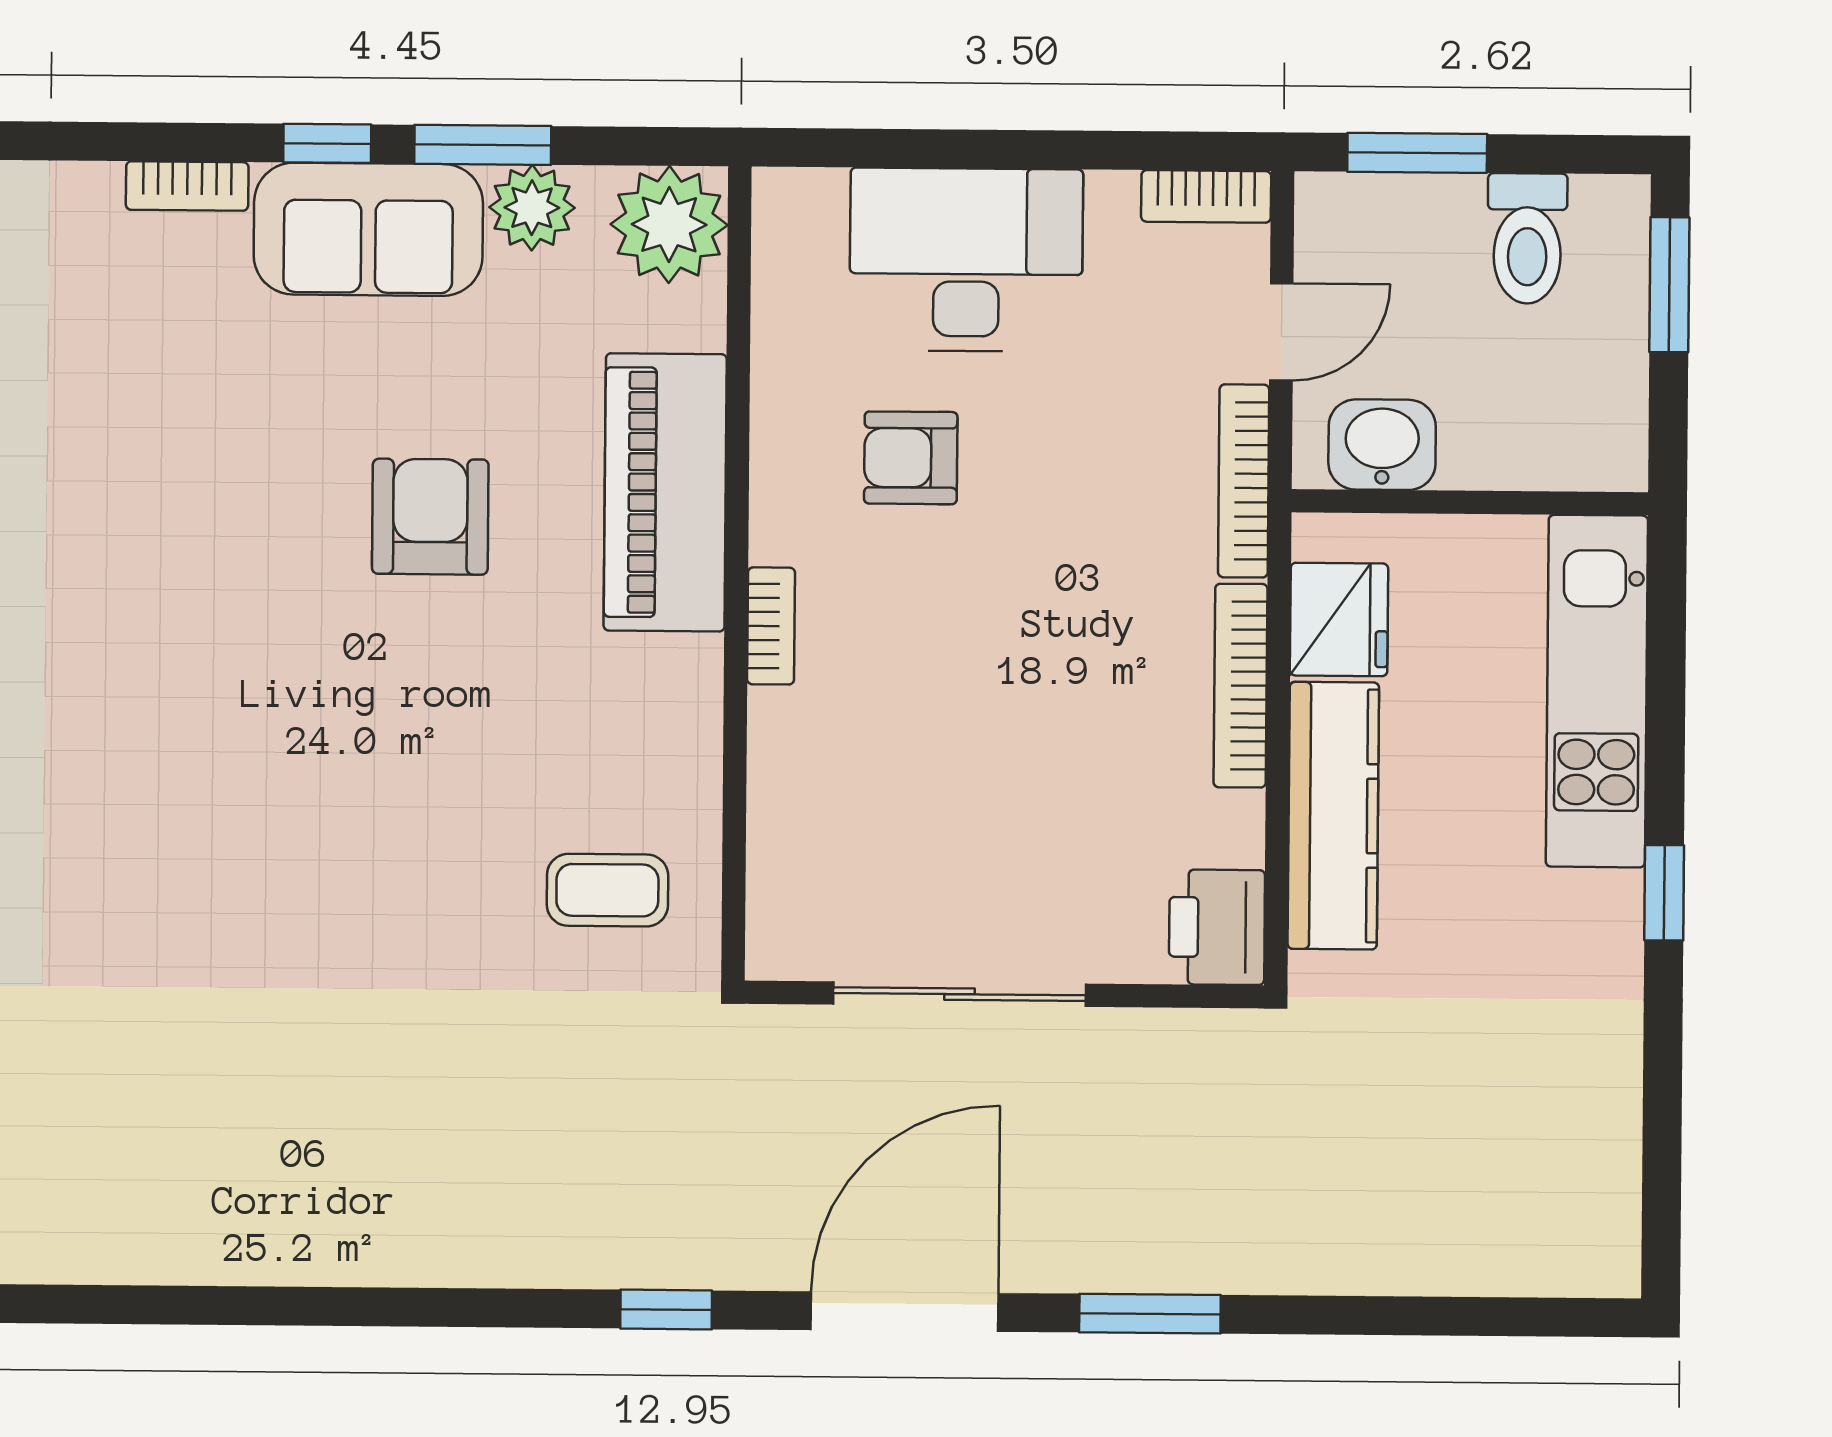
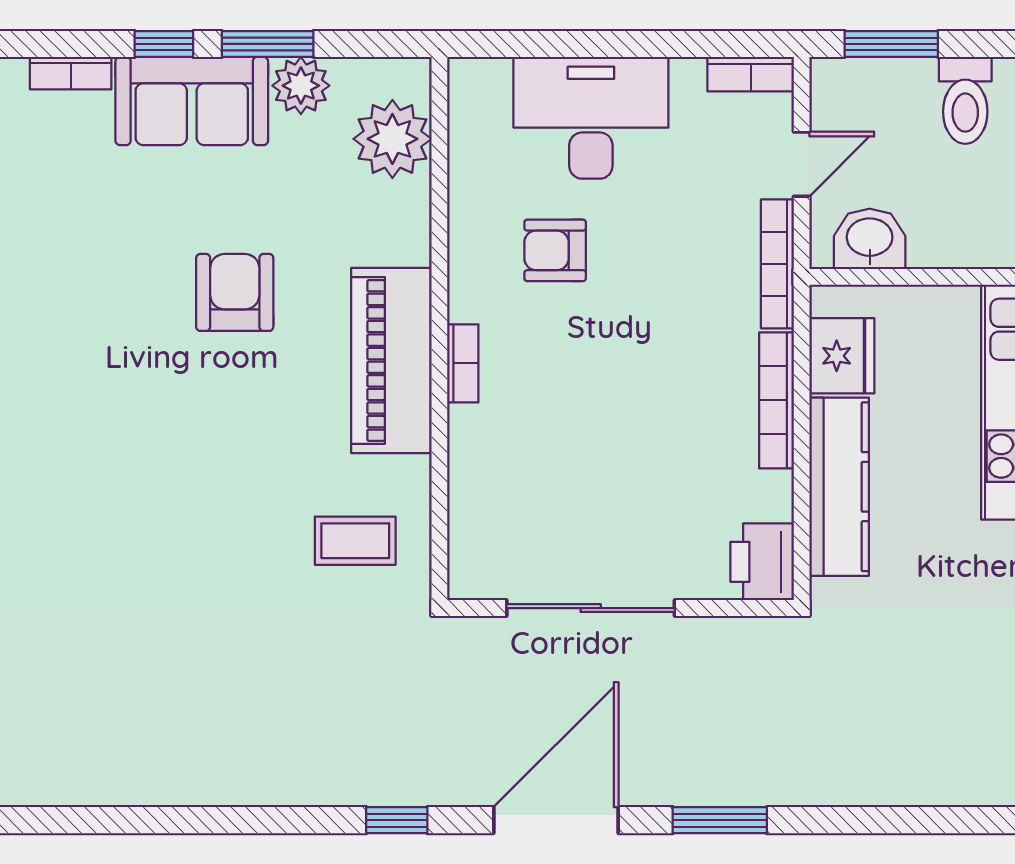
plant: (669, 225) -> (392, 139), moved
piano: (665, 492) -> (391, 360), moved

